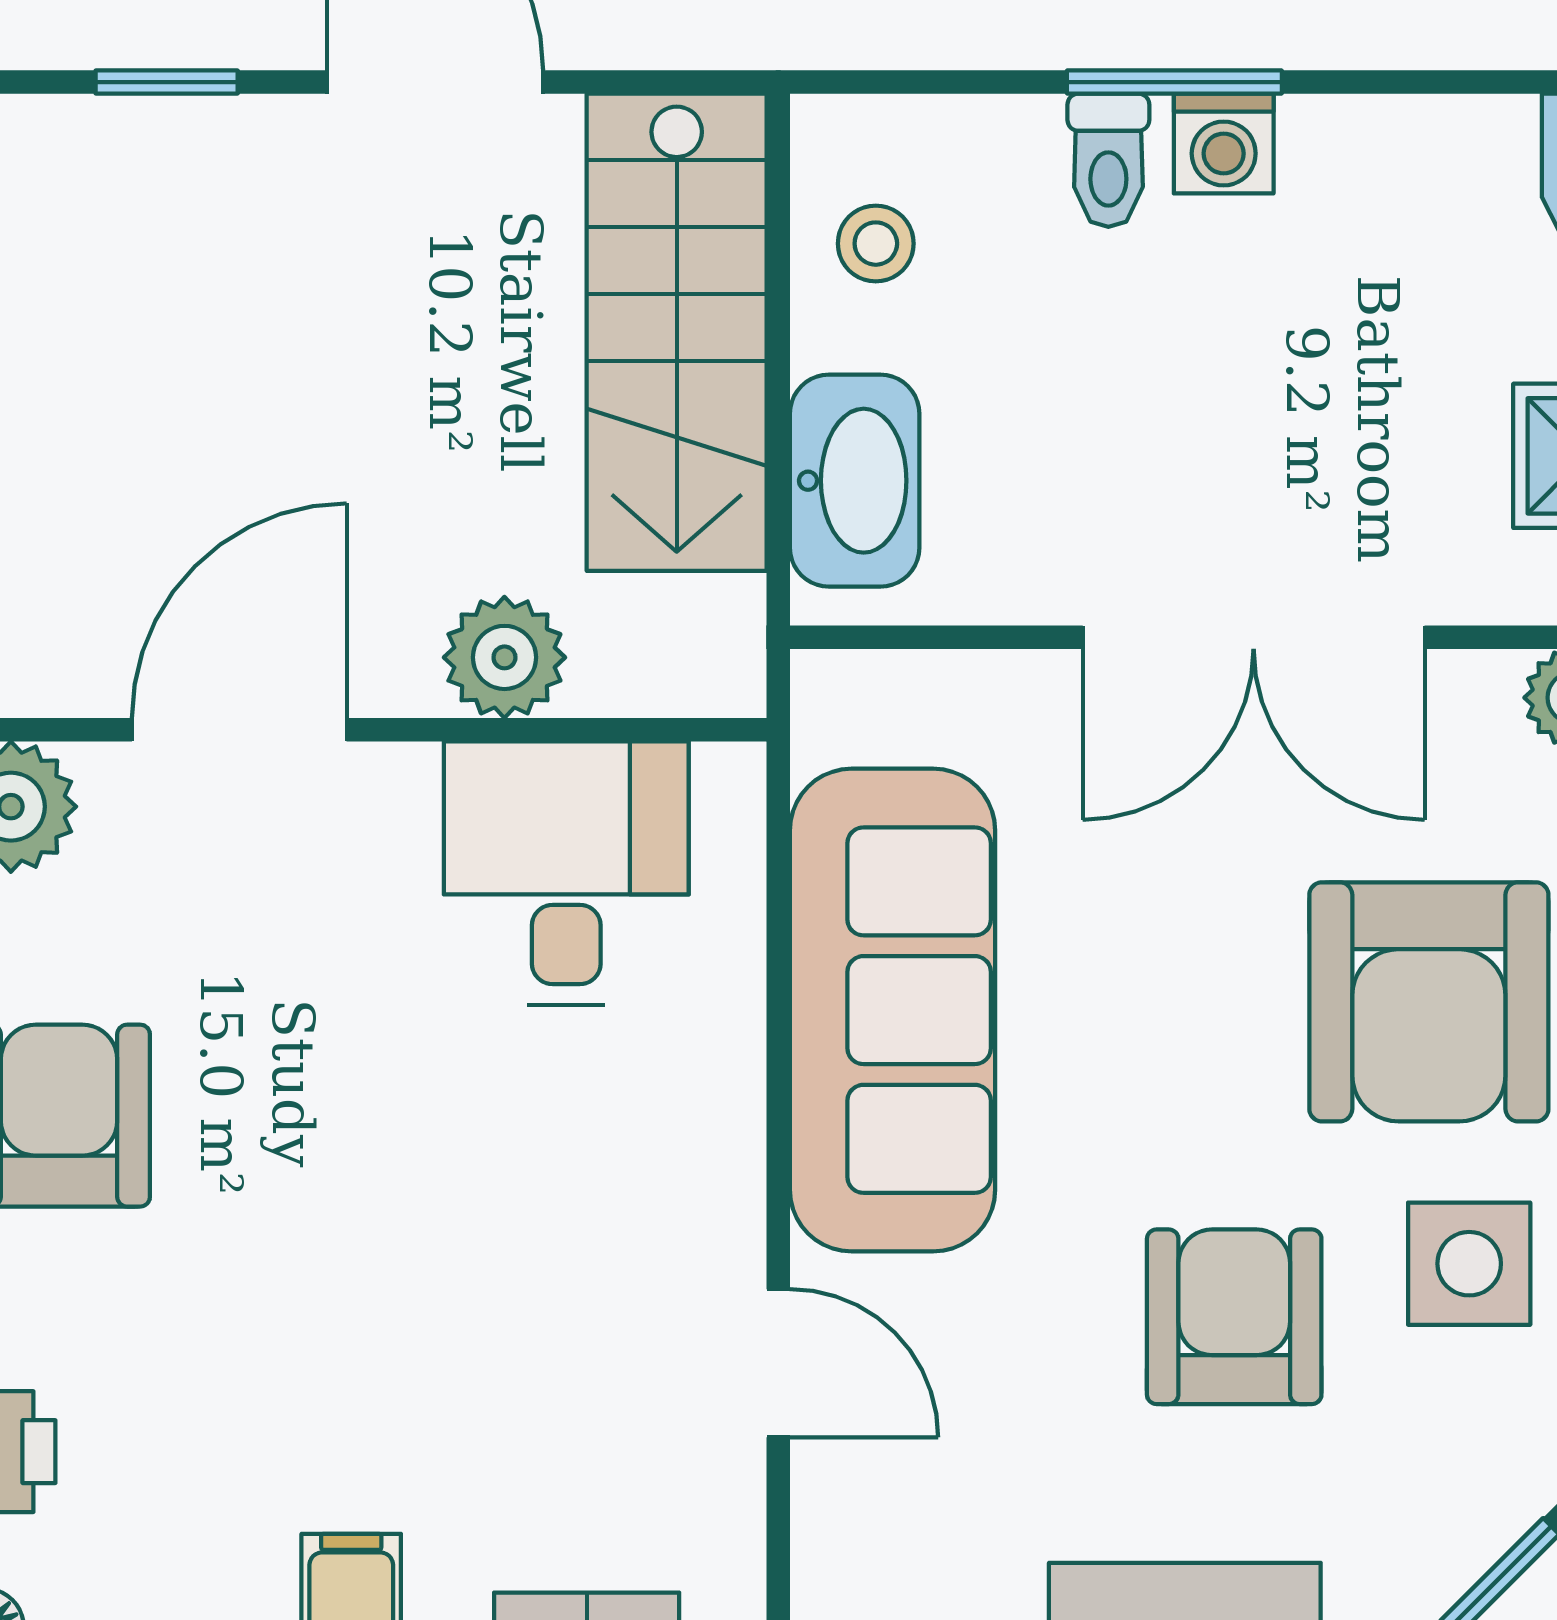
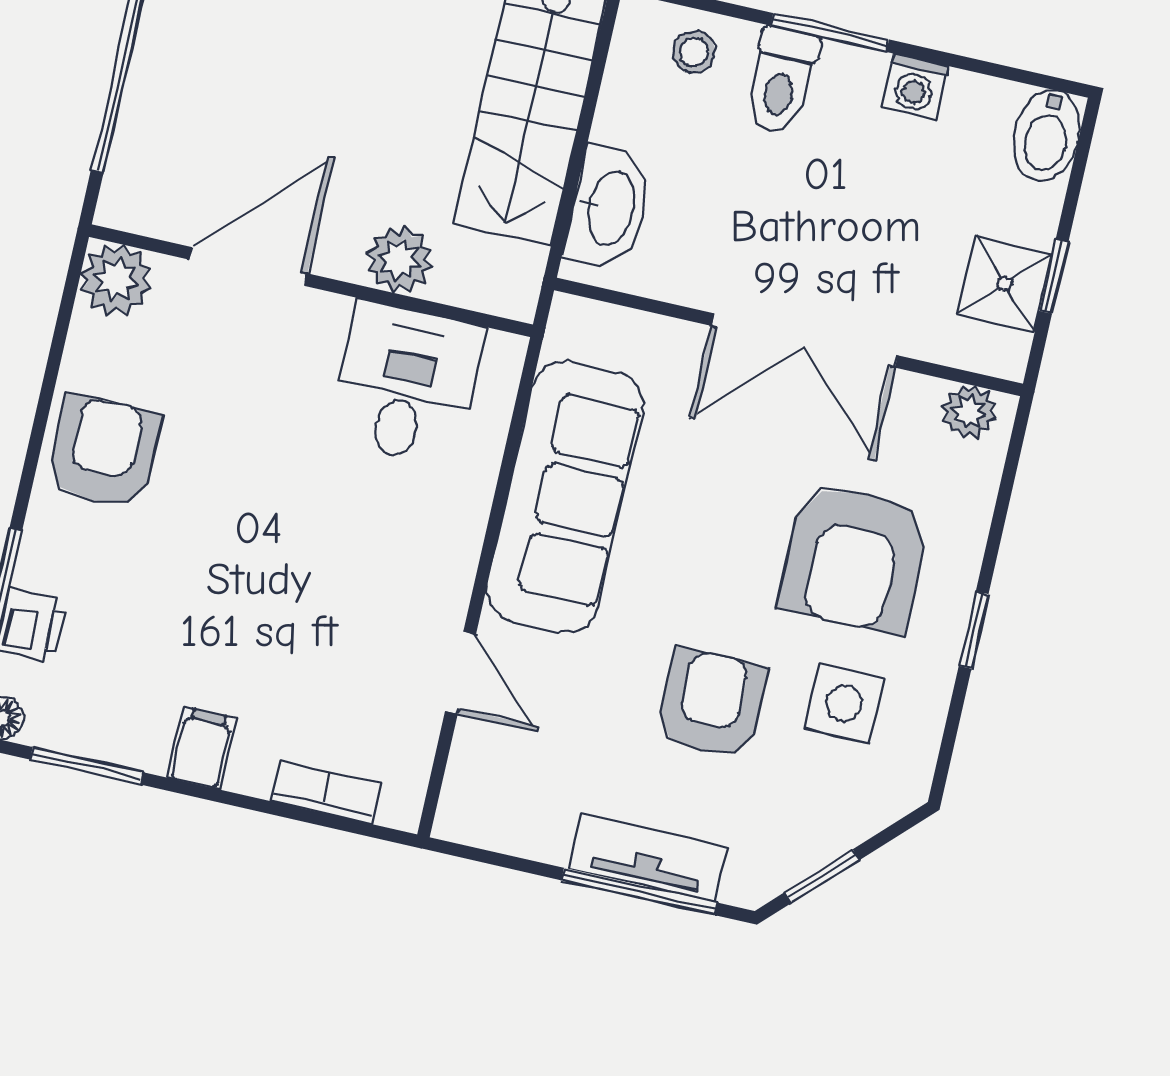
washing machine: (1224, 144) -> (915, 87), moved
toilet: (1108, 160) -> (782, 80), width x1.37, depth x1.39
stool: (876, 244) -> (694, 52), moved

